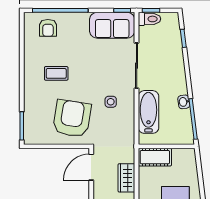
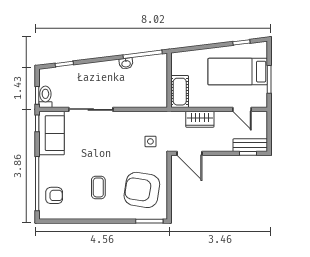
side table: (111, 102) -> (150, 141), moved
bathtub: (148, 112) -> (136, 98), removed
armchair: (72, 118) -> (142, 190), moved

